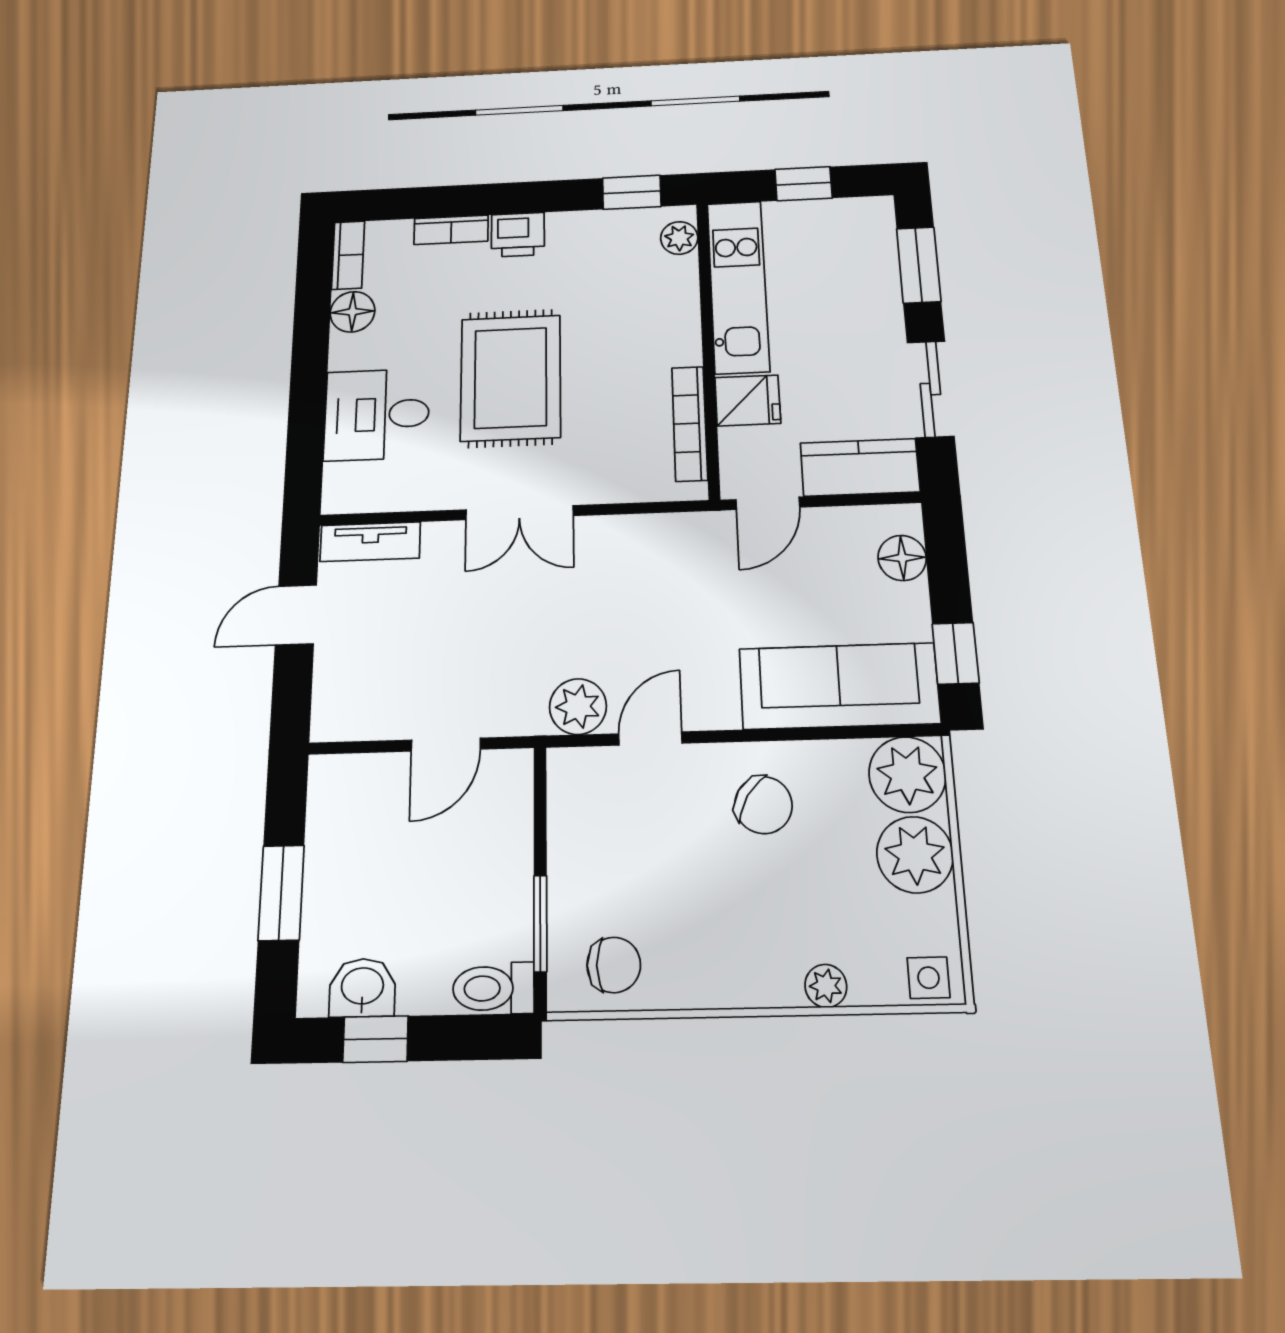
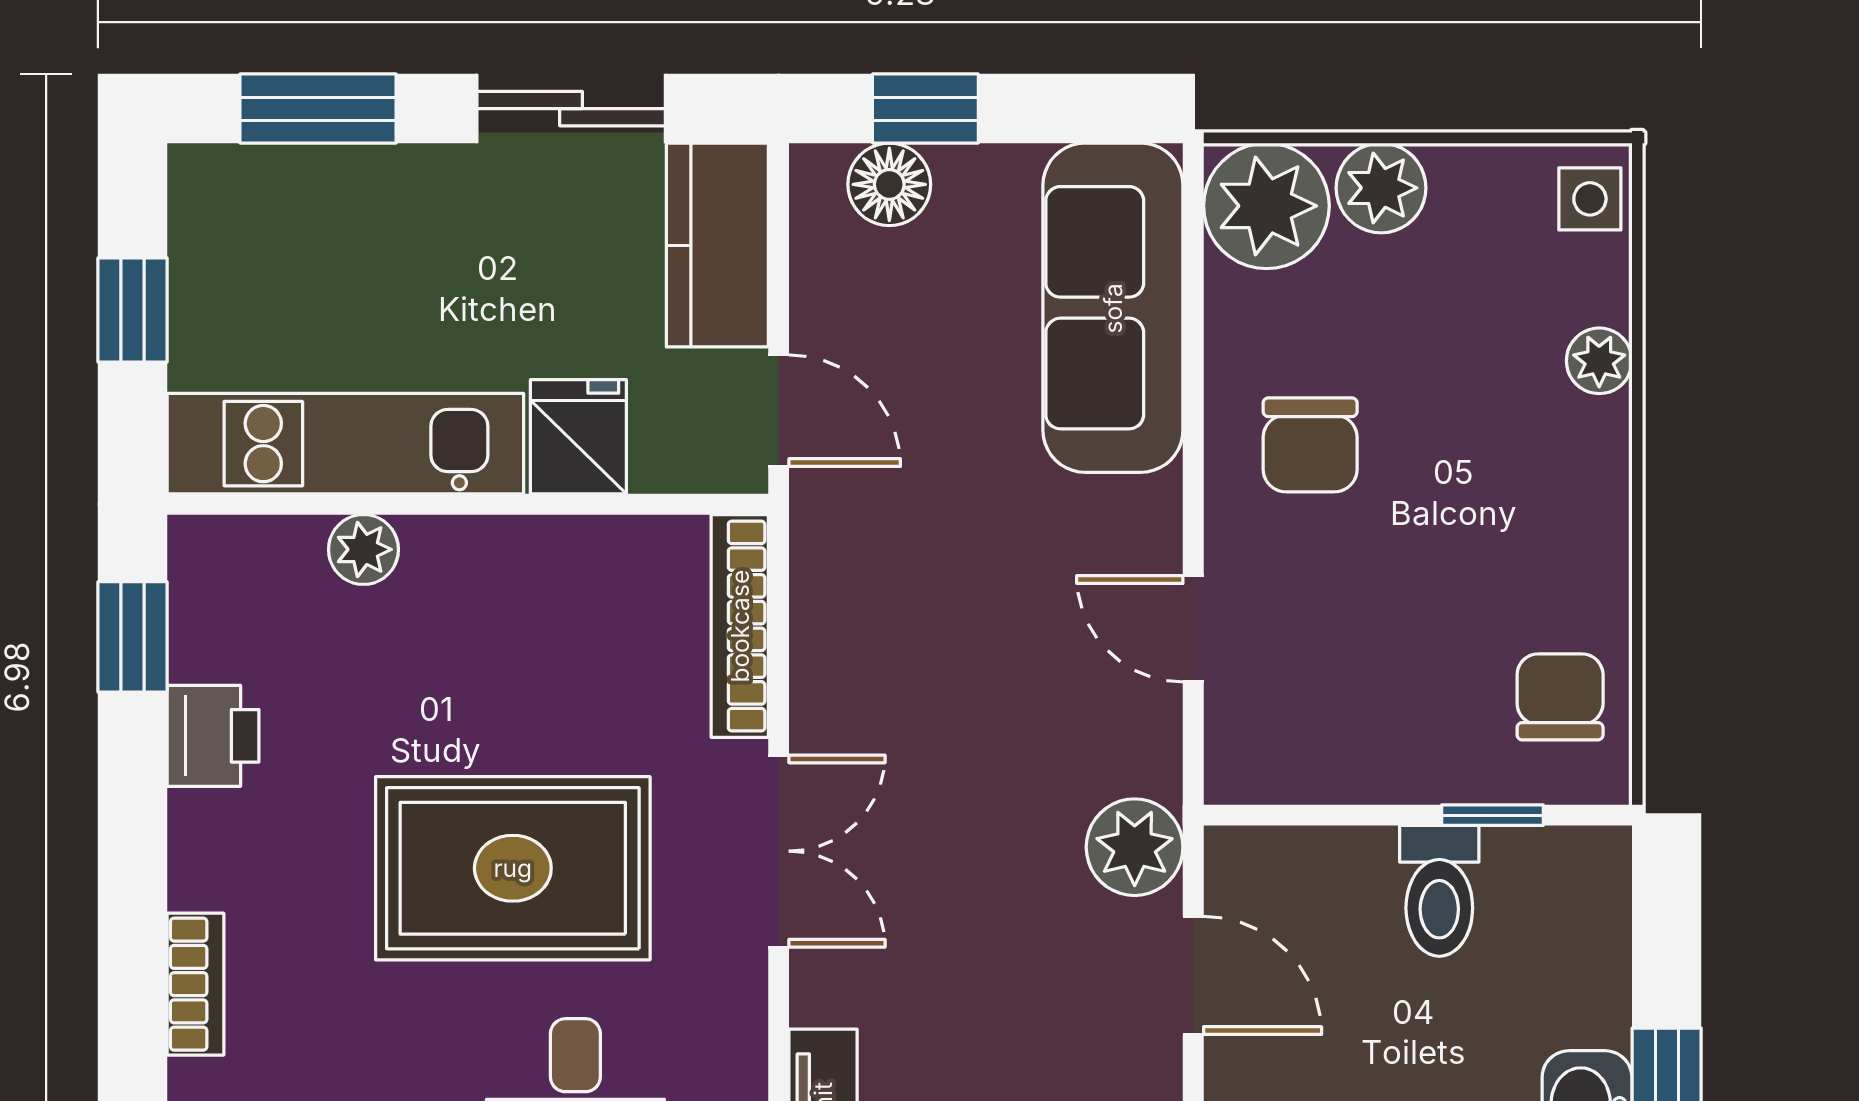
printer: (518, 235) -> (213, 736), moved
plant: (679, 238) -> (363, 549), moved
bookcase: (690, 423) -> (740, 626), moved, turned 90
window: (956, 653) -> (925, 109), moved
plant: (578, 707) -> (1135, 847), moved
chair: (763, 805) -> (1310, 445), turned 148
plant: (915, 855) -> (1381, 188), width x0.73, depth x0.73
window: (540, 923) -> (1492, 815), width x0.67
toilet: (493, 988) -> (1439, 891), moved

